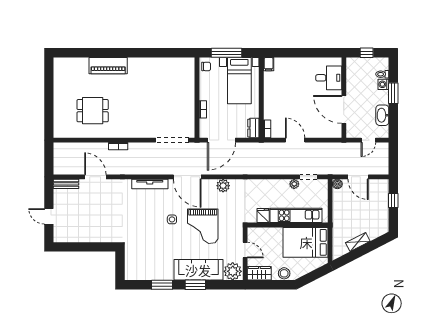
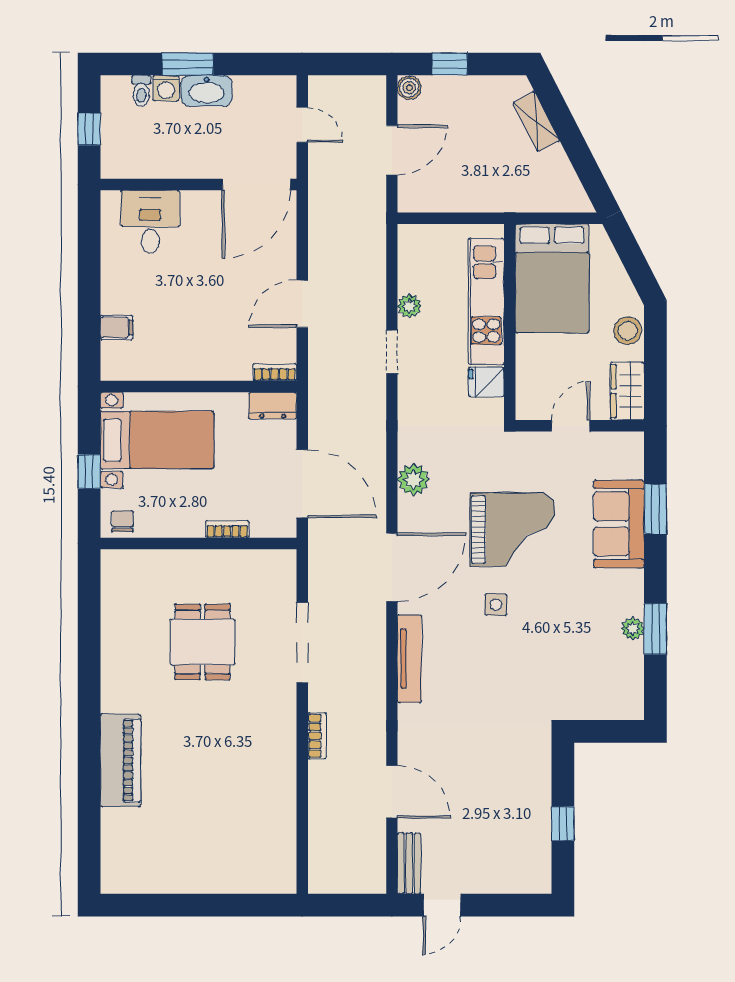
window: (226, 53) -> (89, 472), width x0.46
filing cabinet: (269, 64) -> (117, 327), moved
door: (344, 109) -> (256, 185), moved
dining table: (93, 111) -> (203, 642), moved
washbasin: (382, 115) -> (207, 91), moved
doorway: (172, 140) -> (302, 643), moved
door: (95, 177) -> (392, 792), swing flipped
doorway: (308, 177) -> (392, 352), moved
boiler: (337, 184) -> (409, 88), moved
door: (49, 216) -> (442, 905), moved
shelving: (358, 242) -> (536, 122), moved
window: (82, 247) -> (563, 824), added
sofa: (198, 270) -> (619, 524), width x0.73
plant: (233, 271) -> (633, 629), moved, width x0.53, depth x0.53
window: (195, 285) -> (655, 509), moved

